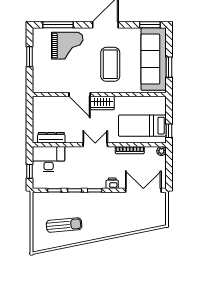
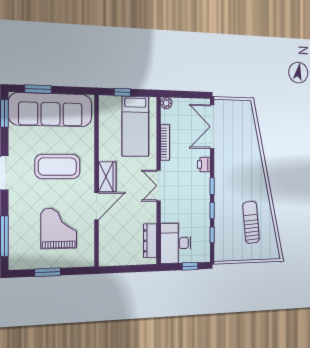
grand piano: (67, 46) -> (59, 228), moved
window: (169, 67) -> (38, 89), moved
window: (169, 131) -> (122, 92), moved

